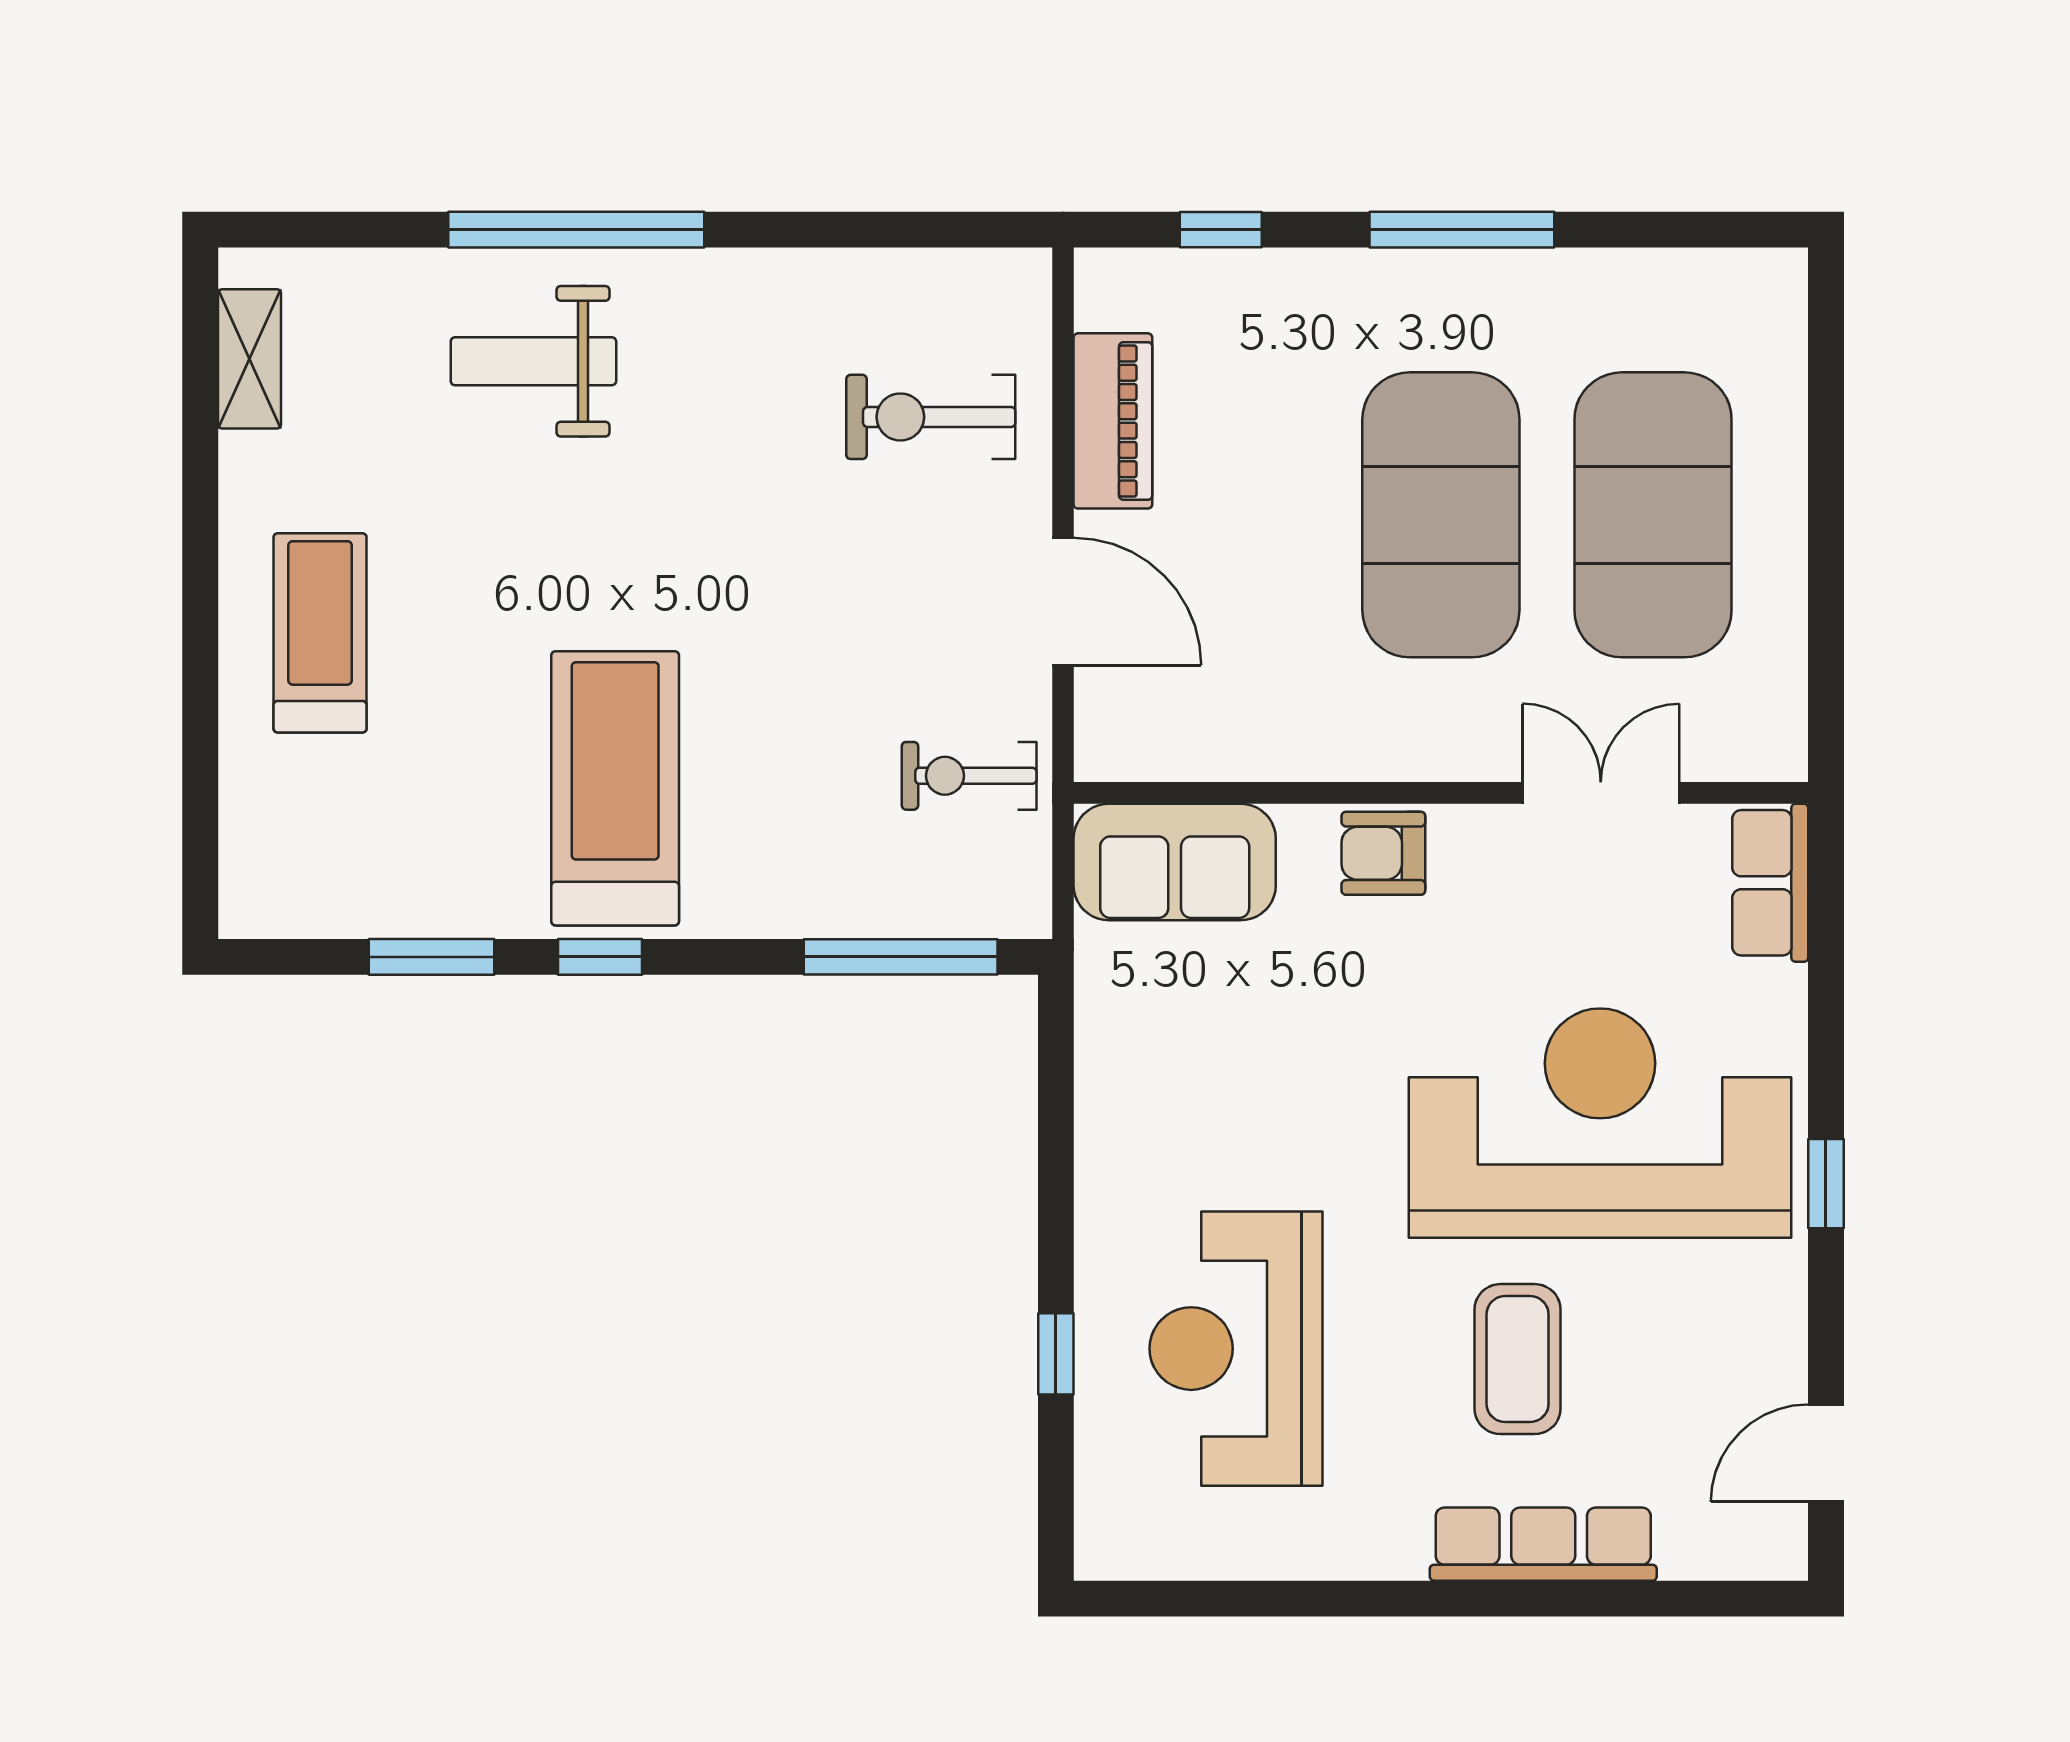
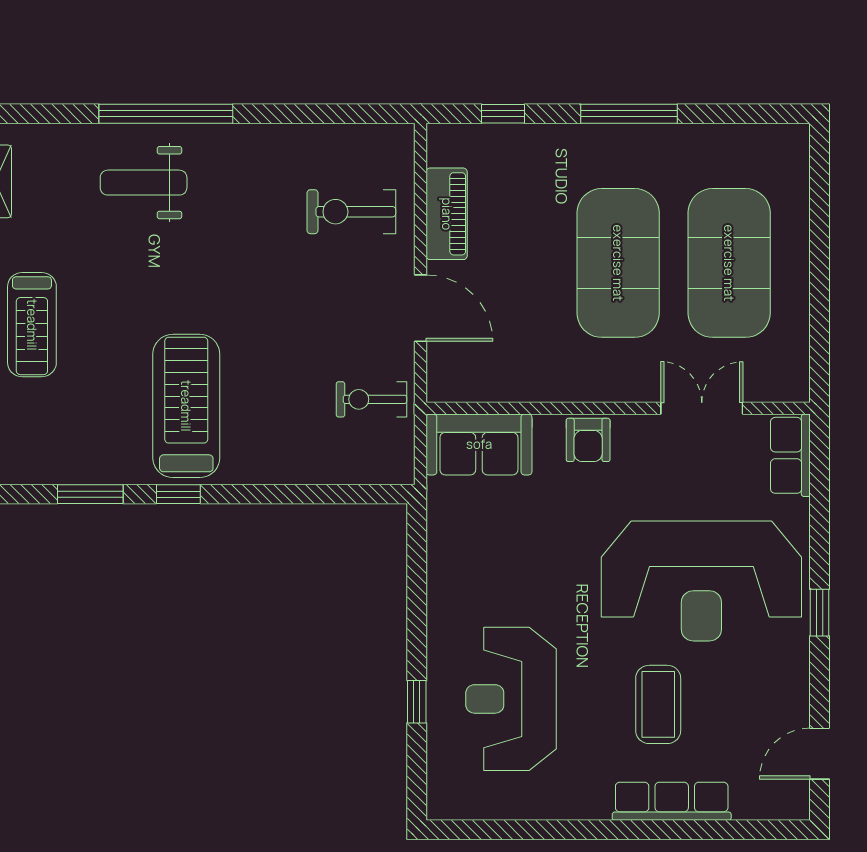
treadmill: (320, 633) -> (32, 325), turned 180
armchair: (1383, 853) -> (588, 440), turned -90
window: (901, 957) -> (336, 494), removed
reception desk: (1600, 1123) -> (701, 581), turned 180

